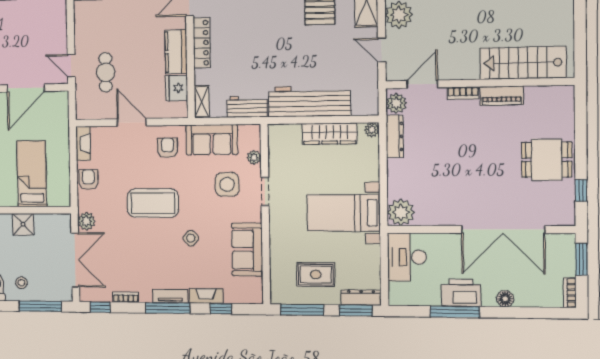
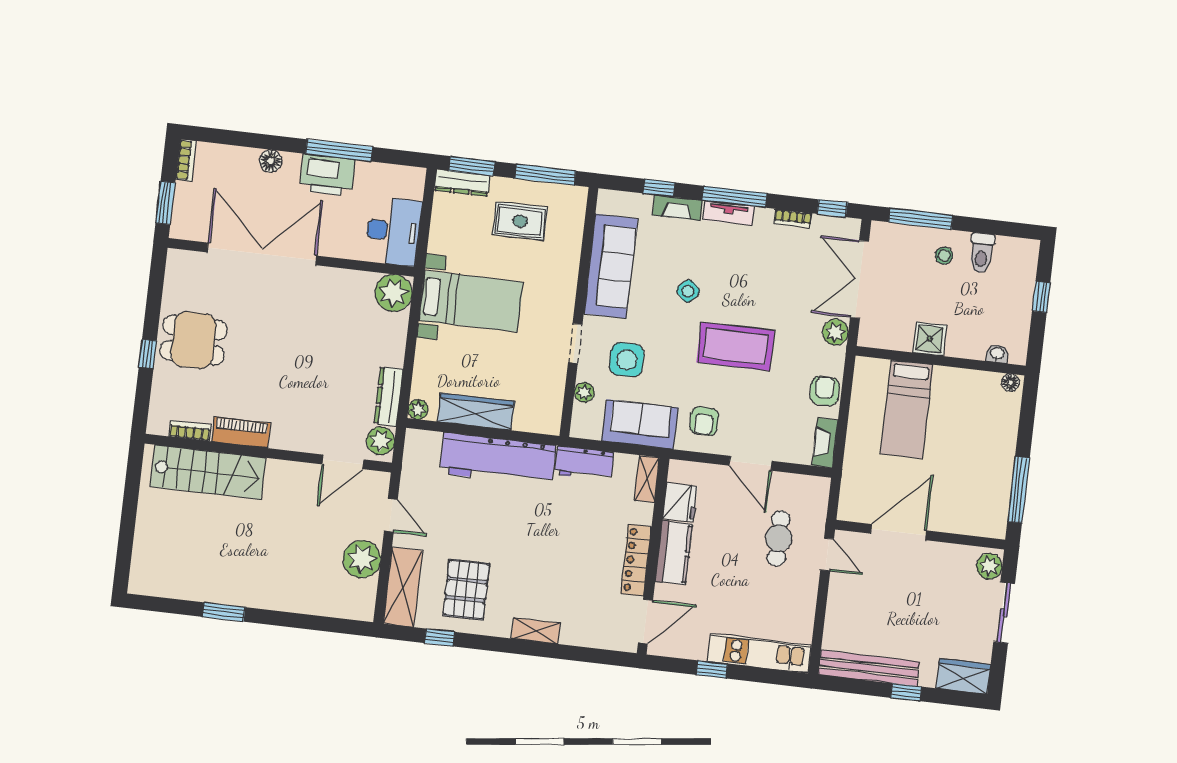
bookcase: (463, 93) -> (190, 431), moved
armchair: (88, 179) -> (825, 391), turned 180
window: (581, 190) -> (148, 354), moved
sofa: (247, 250) -> (611, 266), width x1.36

